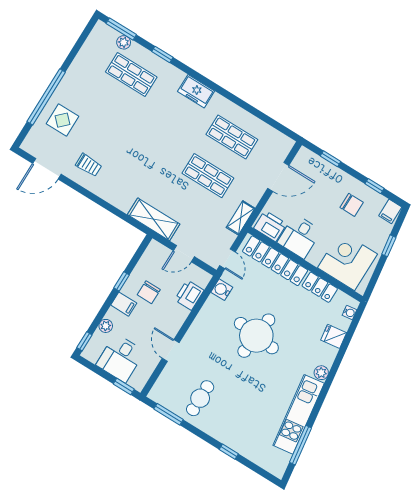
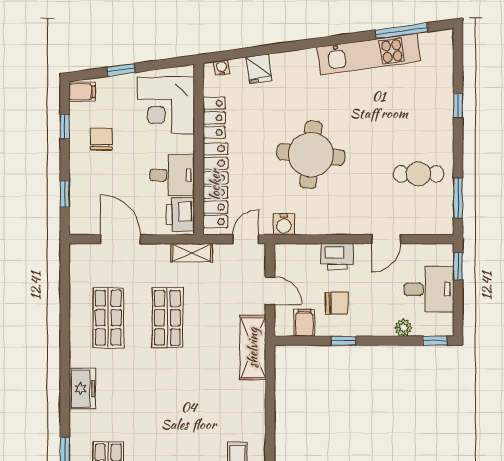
printer: (189, 295) -> (337, 257), moved
filing cabinet: (124, 304) -> (304, 323), moved
plant: (321, 373) -> (307, 58), removed

